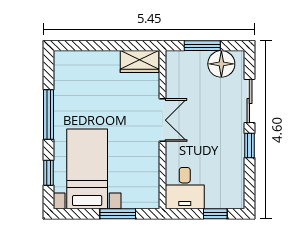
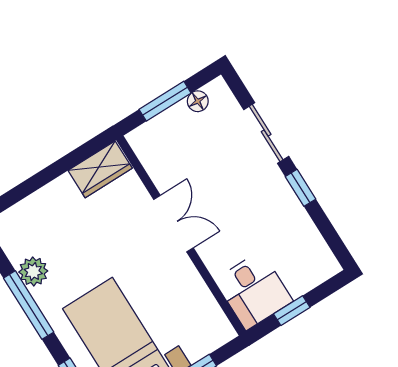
floor lamp: (221, 64) -> (198, 101), width x0.53, depth x0.53
plant: (63, 97) -> (33, 271), added
window: (215, 214) -> (292, 311), moved

